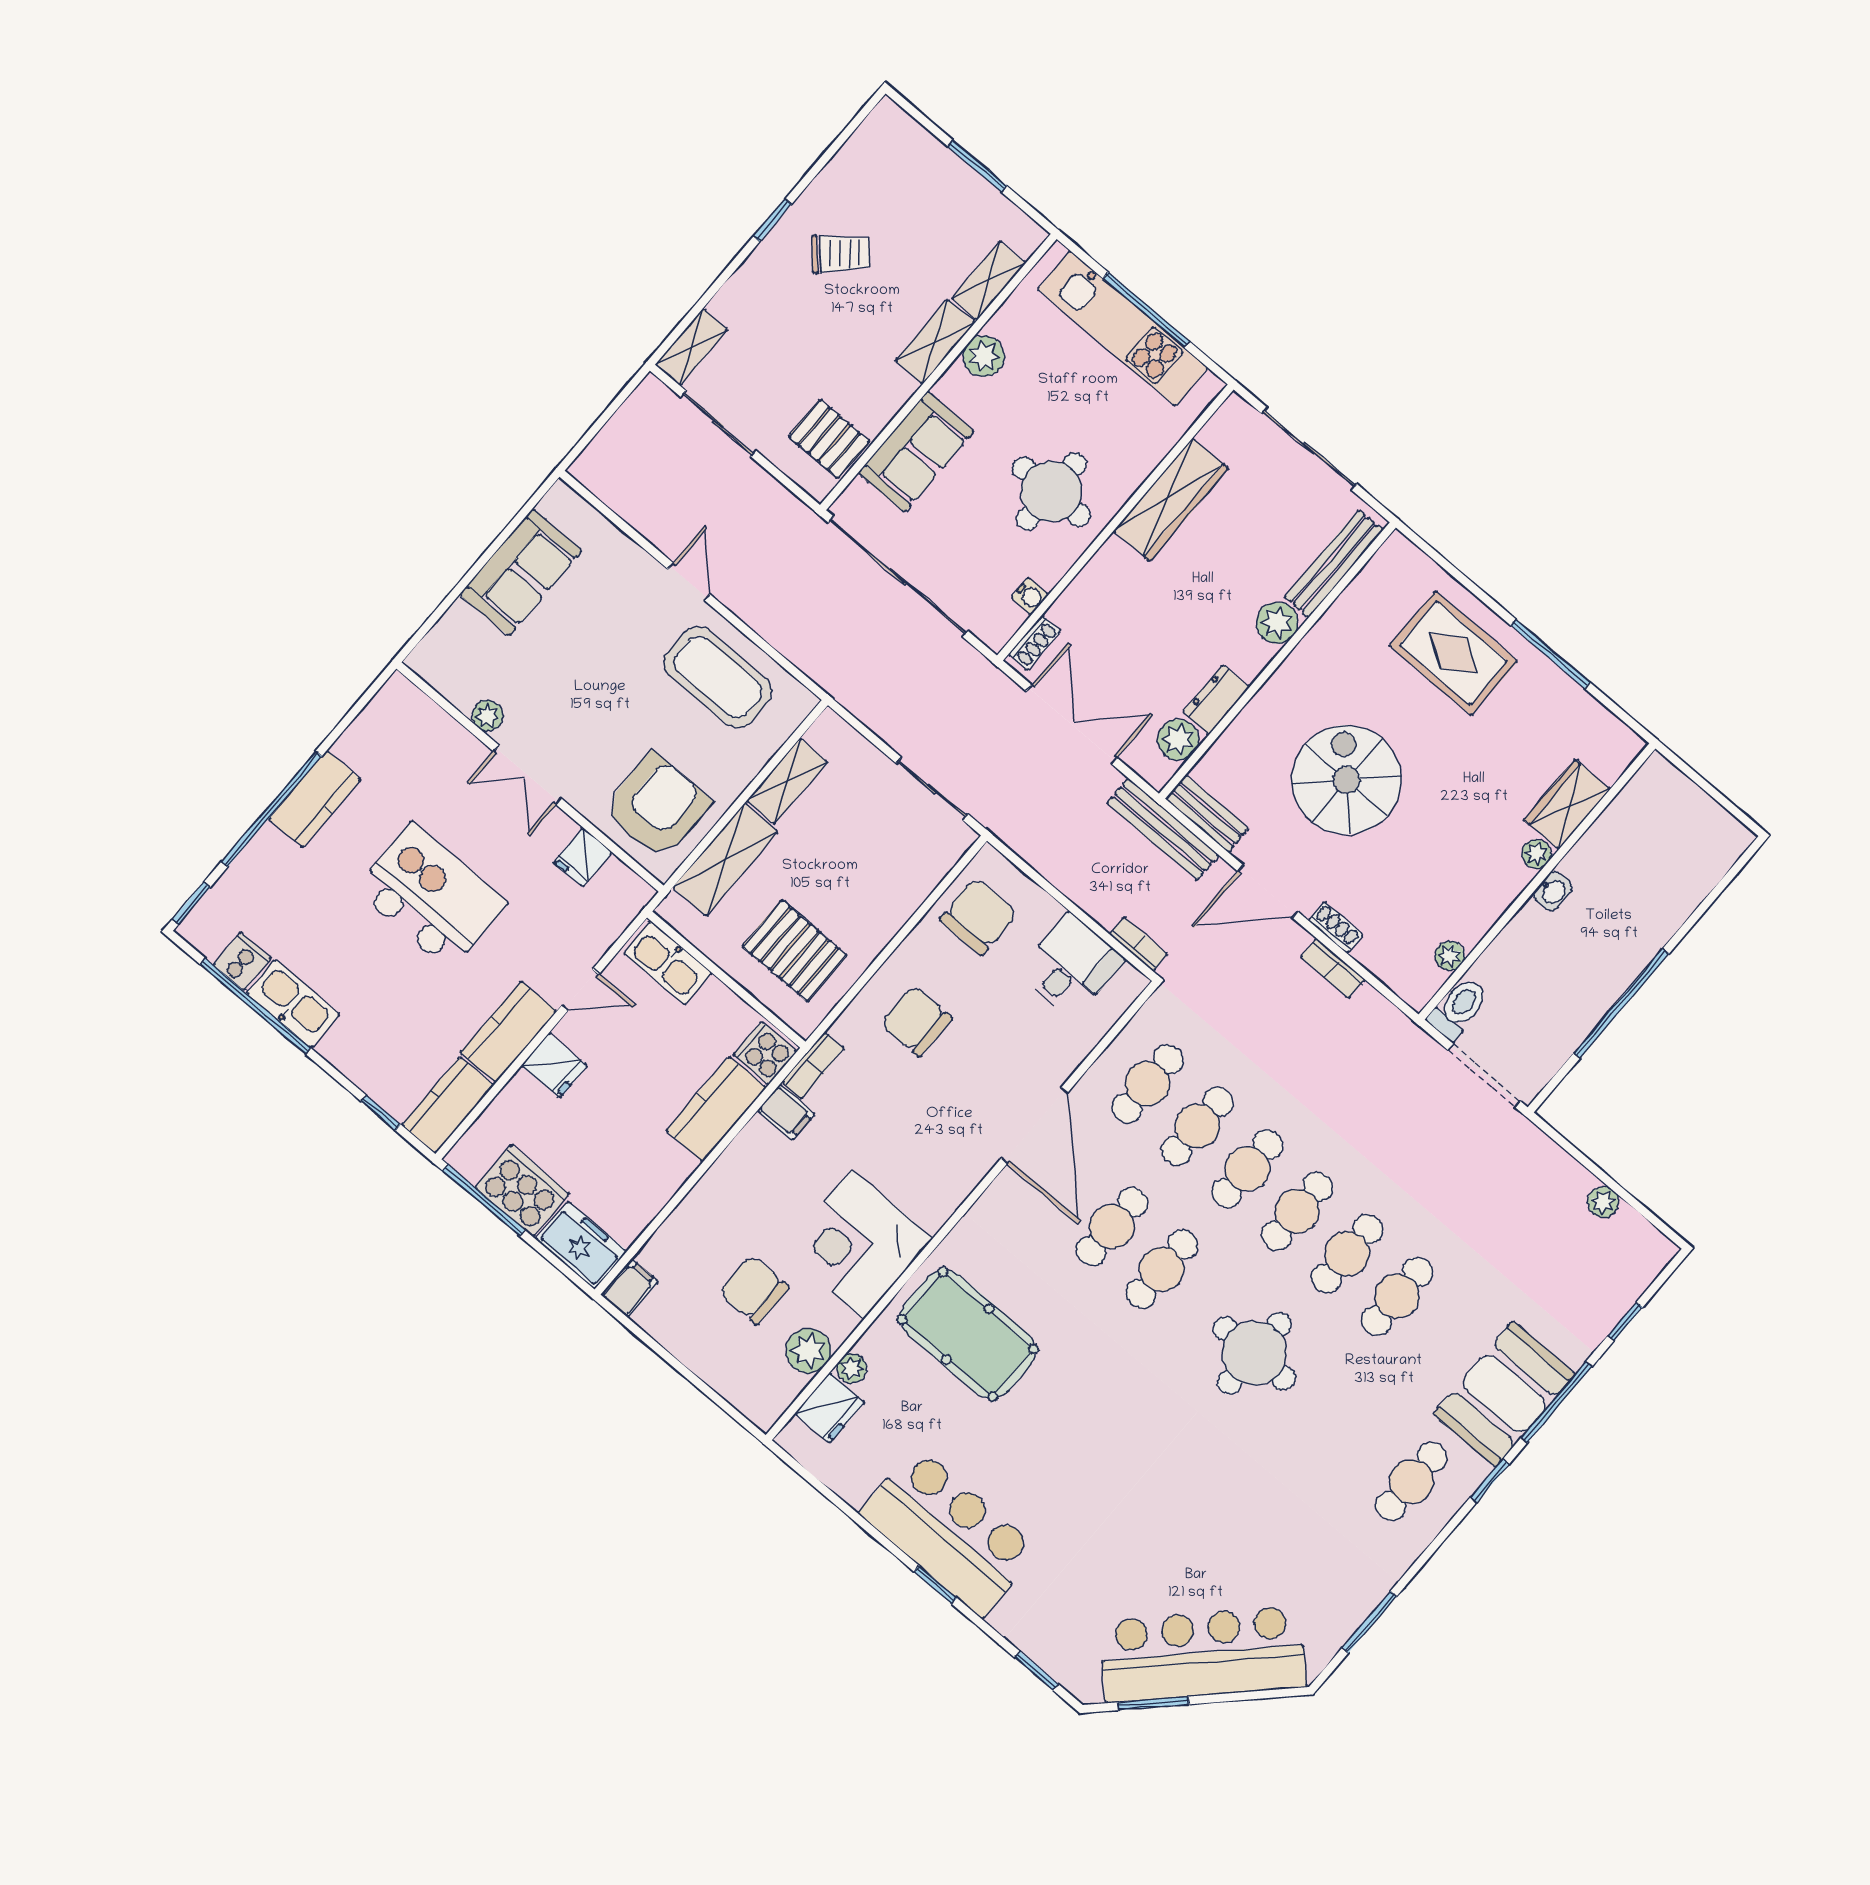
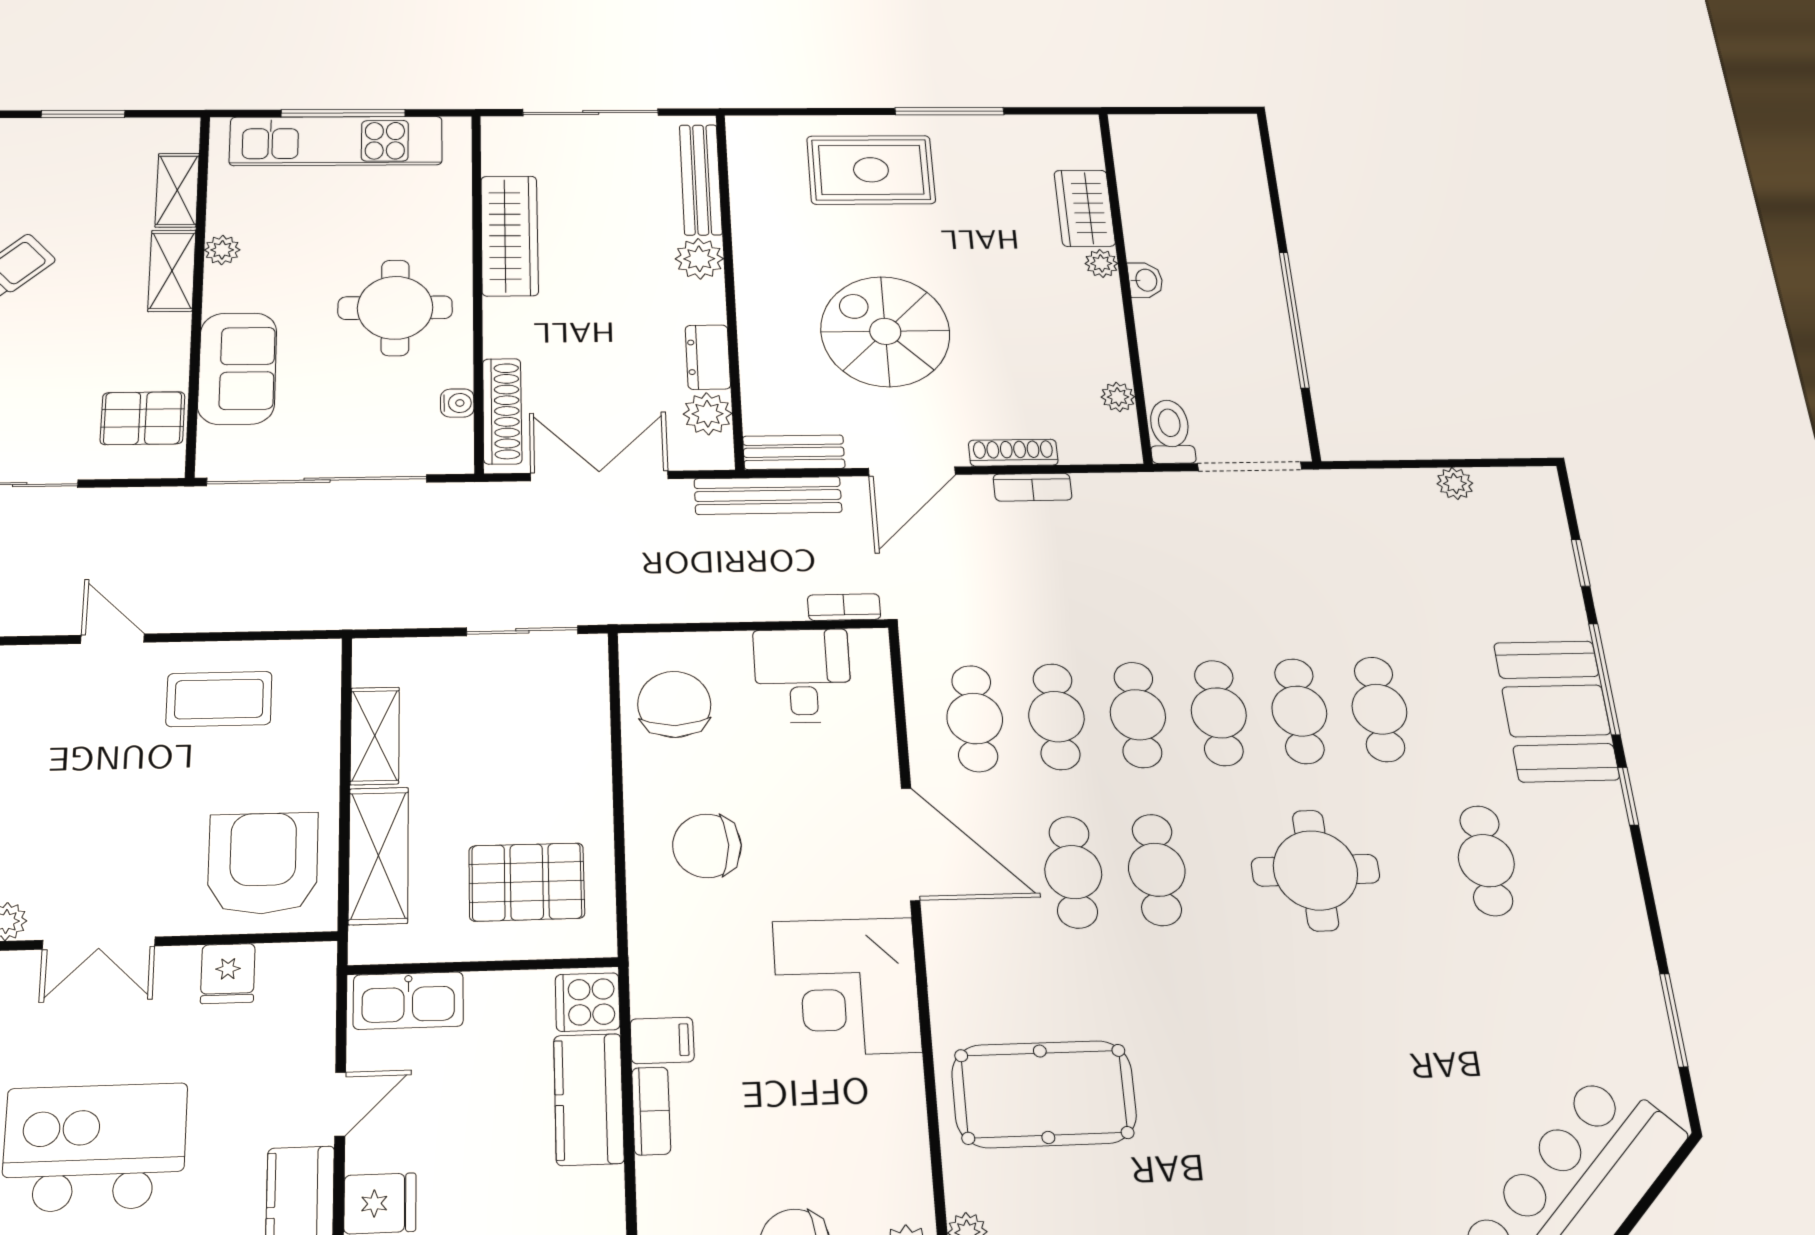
plant: (984, 356) -> (222, 250), width x0.73, depth x0.73
shoe rack: (1035, 643) -> (502, 411), width x1.94, depth x1.24
coffee table: (718, 677) -> (219, 699), width x0.73, depth x0.76
shoe rack: (1336, 928) -> (1013, 453), width x1.43
bookcase: (813, 1065) -> (651, 1111), moved
corner desk: (858, 1245) -> (847, 986), moved
cafe table: (1411, 1482) -> (1486, 861), moved

